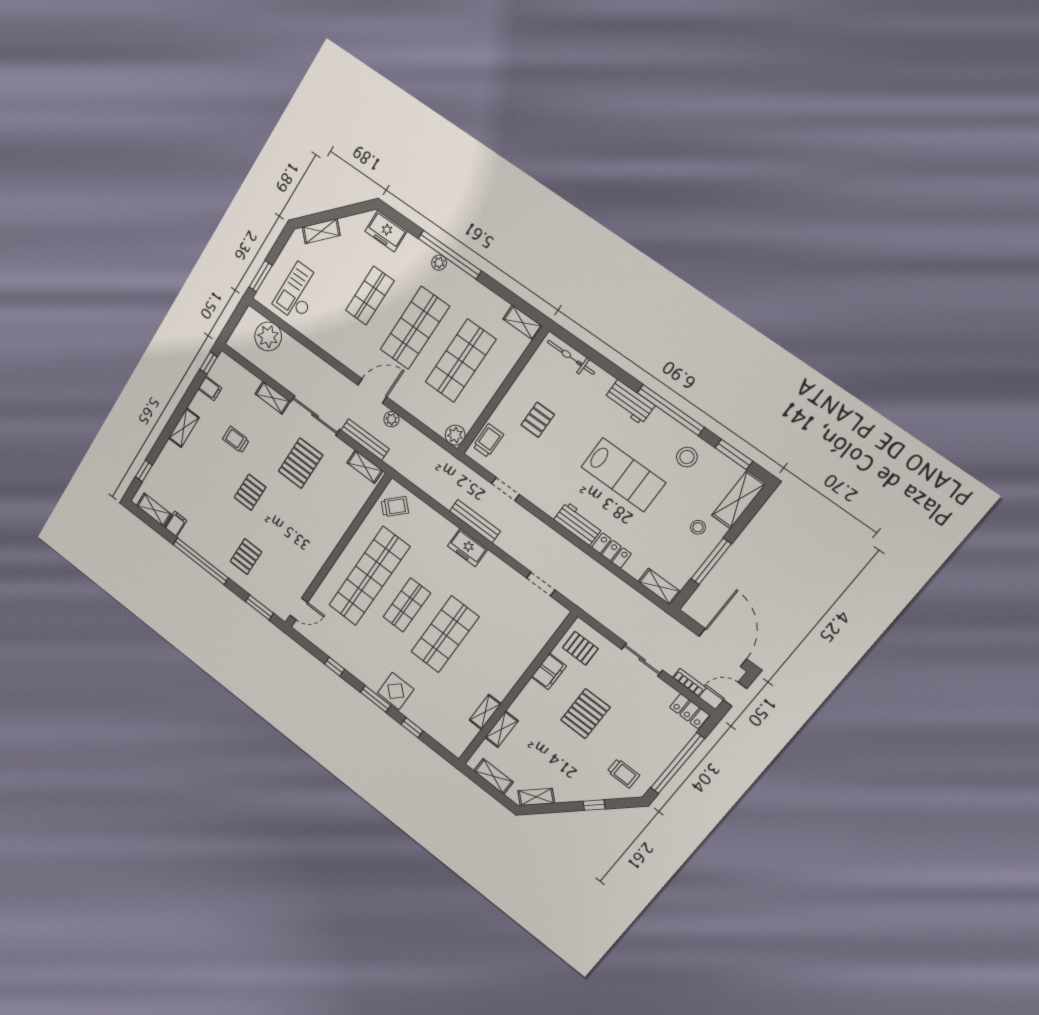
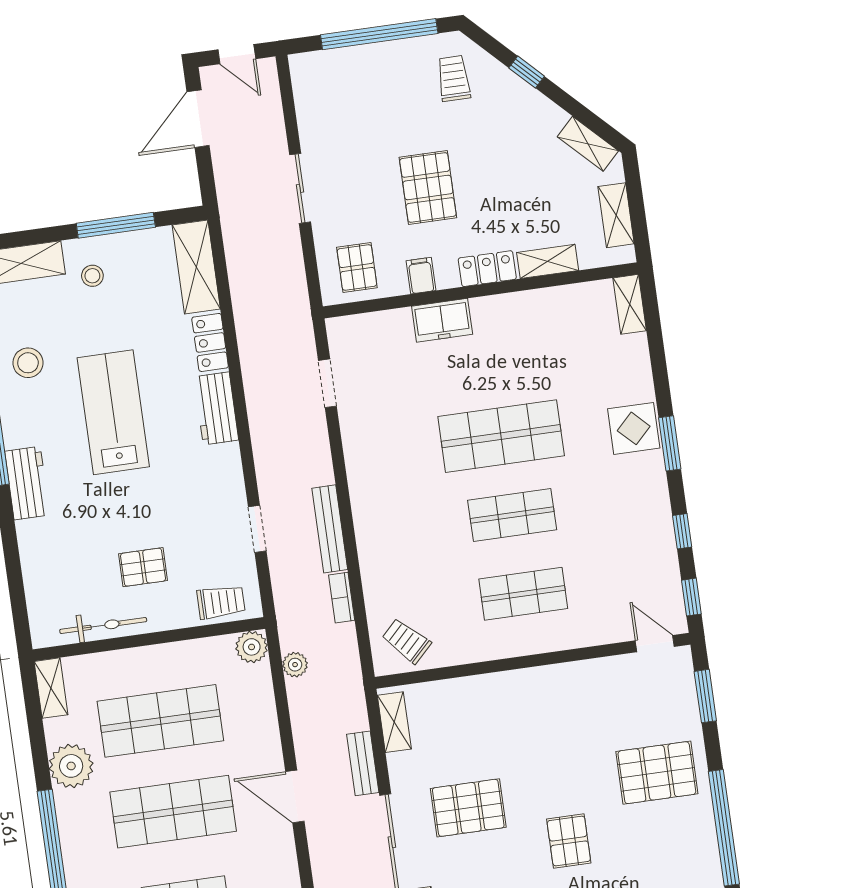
plant: (439, 263) -> (71, 766), moved, width x1.88, depth x1.88
bicycle: (571, 357) -> (103, 626), moved, turned -90
plant: (391, 419) -> (295, 665), moved
bench: (365, 440) -> (363, 763), width x0.73
trolley: (488, 441) -> (221, 602), turned 180
pallet: (250, 492) -> (569, 841), turned 90
freezer: (468, 548) -> (442, 320), moved, turned 90
pallet: (246, 557) -> (657, 773), width x1.50, depth x1.42
shop shelf: (369, 576) -> (523, 594), width x0.50, depth x0.74
shelving: (659, 587) -> (196, 267), width x1.50, depth x1.33
door: (723, 647) -> (198, 119), width x0.73
filing cabinet: (549, 671) -> (421, 276), width x0.50
bookcase: (689, 683) -> (342, 598), moved
locker: (690, 711) -> (487, 269), moved, turned -90
shelving: (485, 712) -> (630, 304), moved, turned 90
pallet: (585, 714) -> (428, 187), turned 90
window: (412, 728) -> (691, 597), moved

